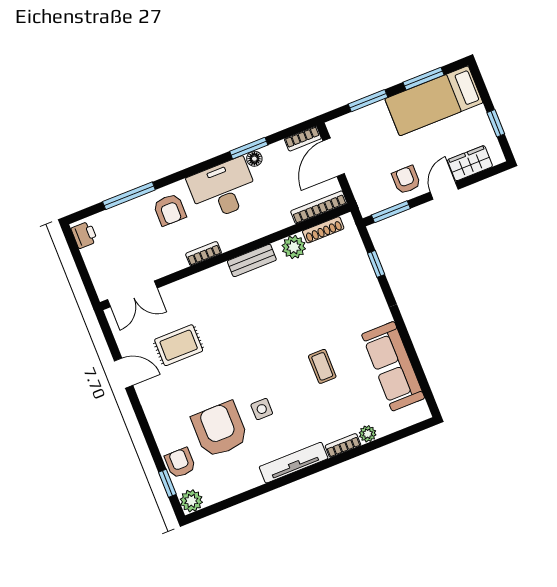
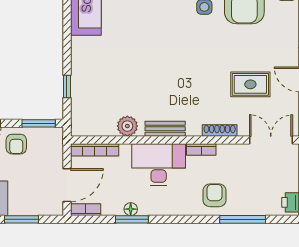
desk: (223, 189) -> (159, 165), moved, turned 180
shoe rack: (323, 230) -> (220, 130), moved
coffee table: (322, 366) -> (143, 22), removed

